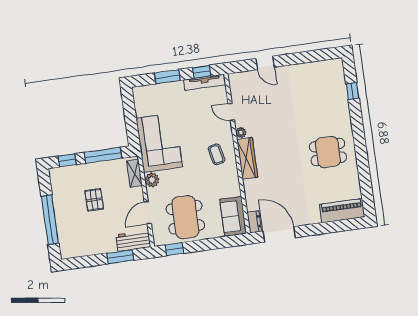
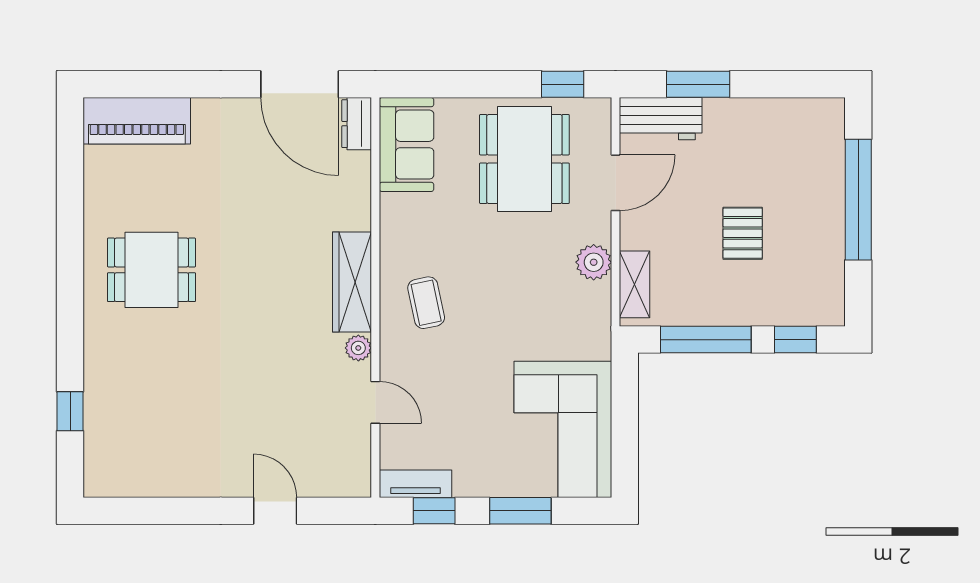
tv unit: (205, 82) -> (415, 484), width x0.71
corner sofa: (159, 143) -> (563, 429), moved

